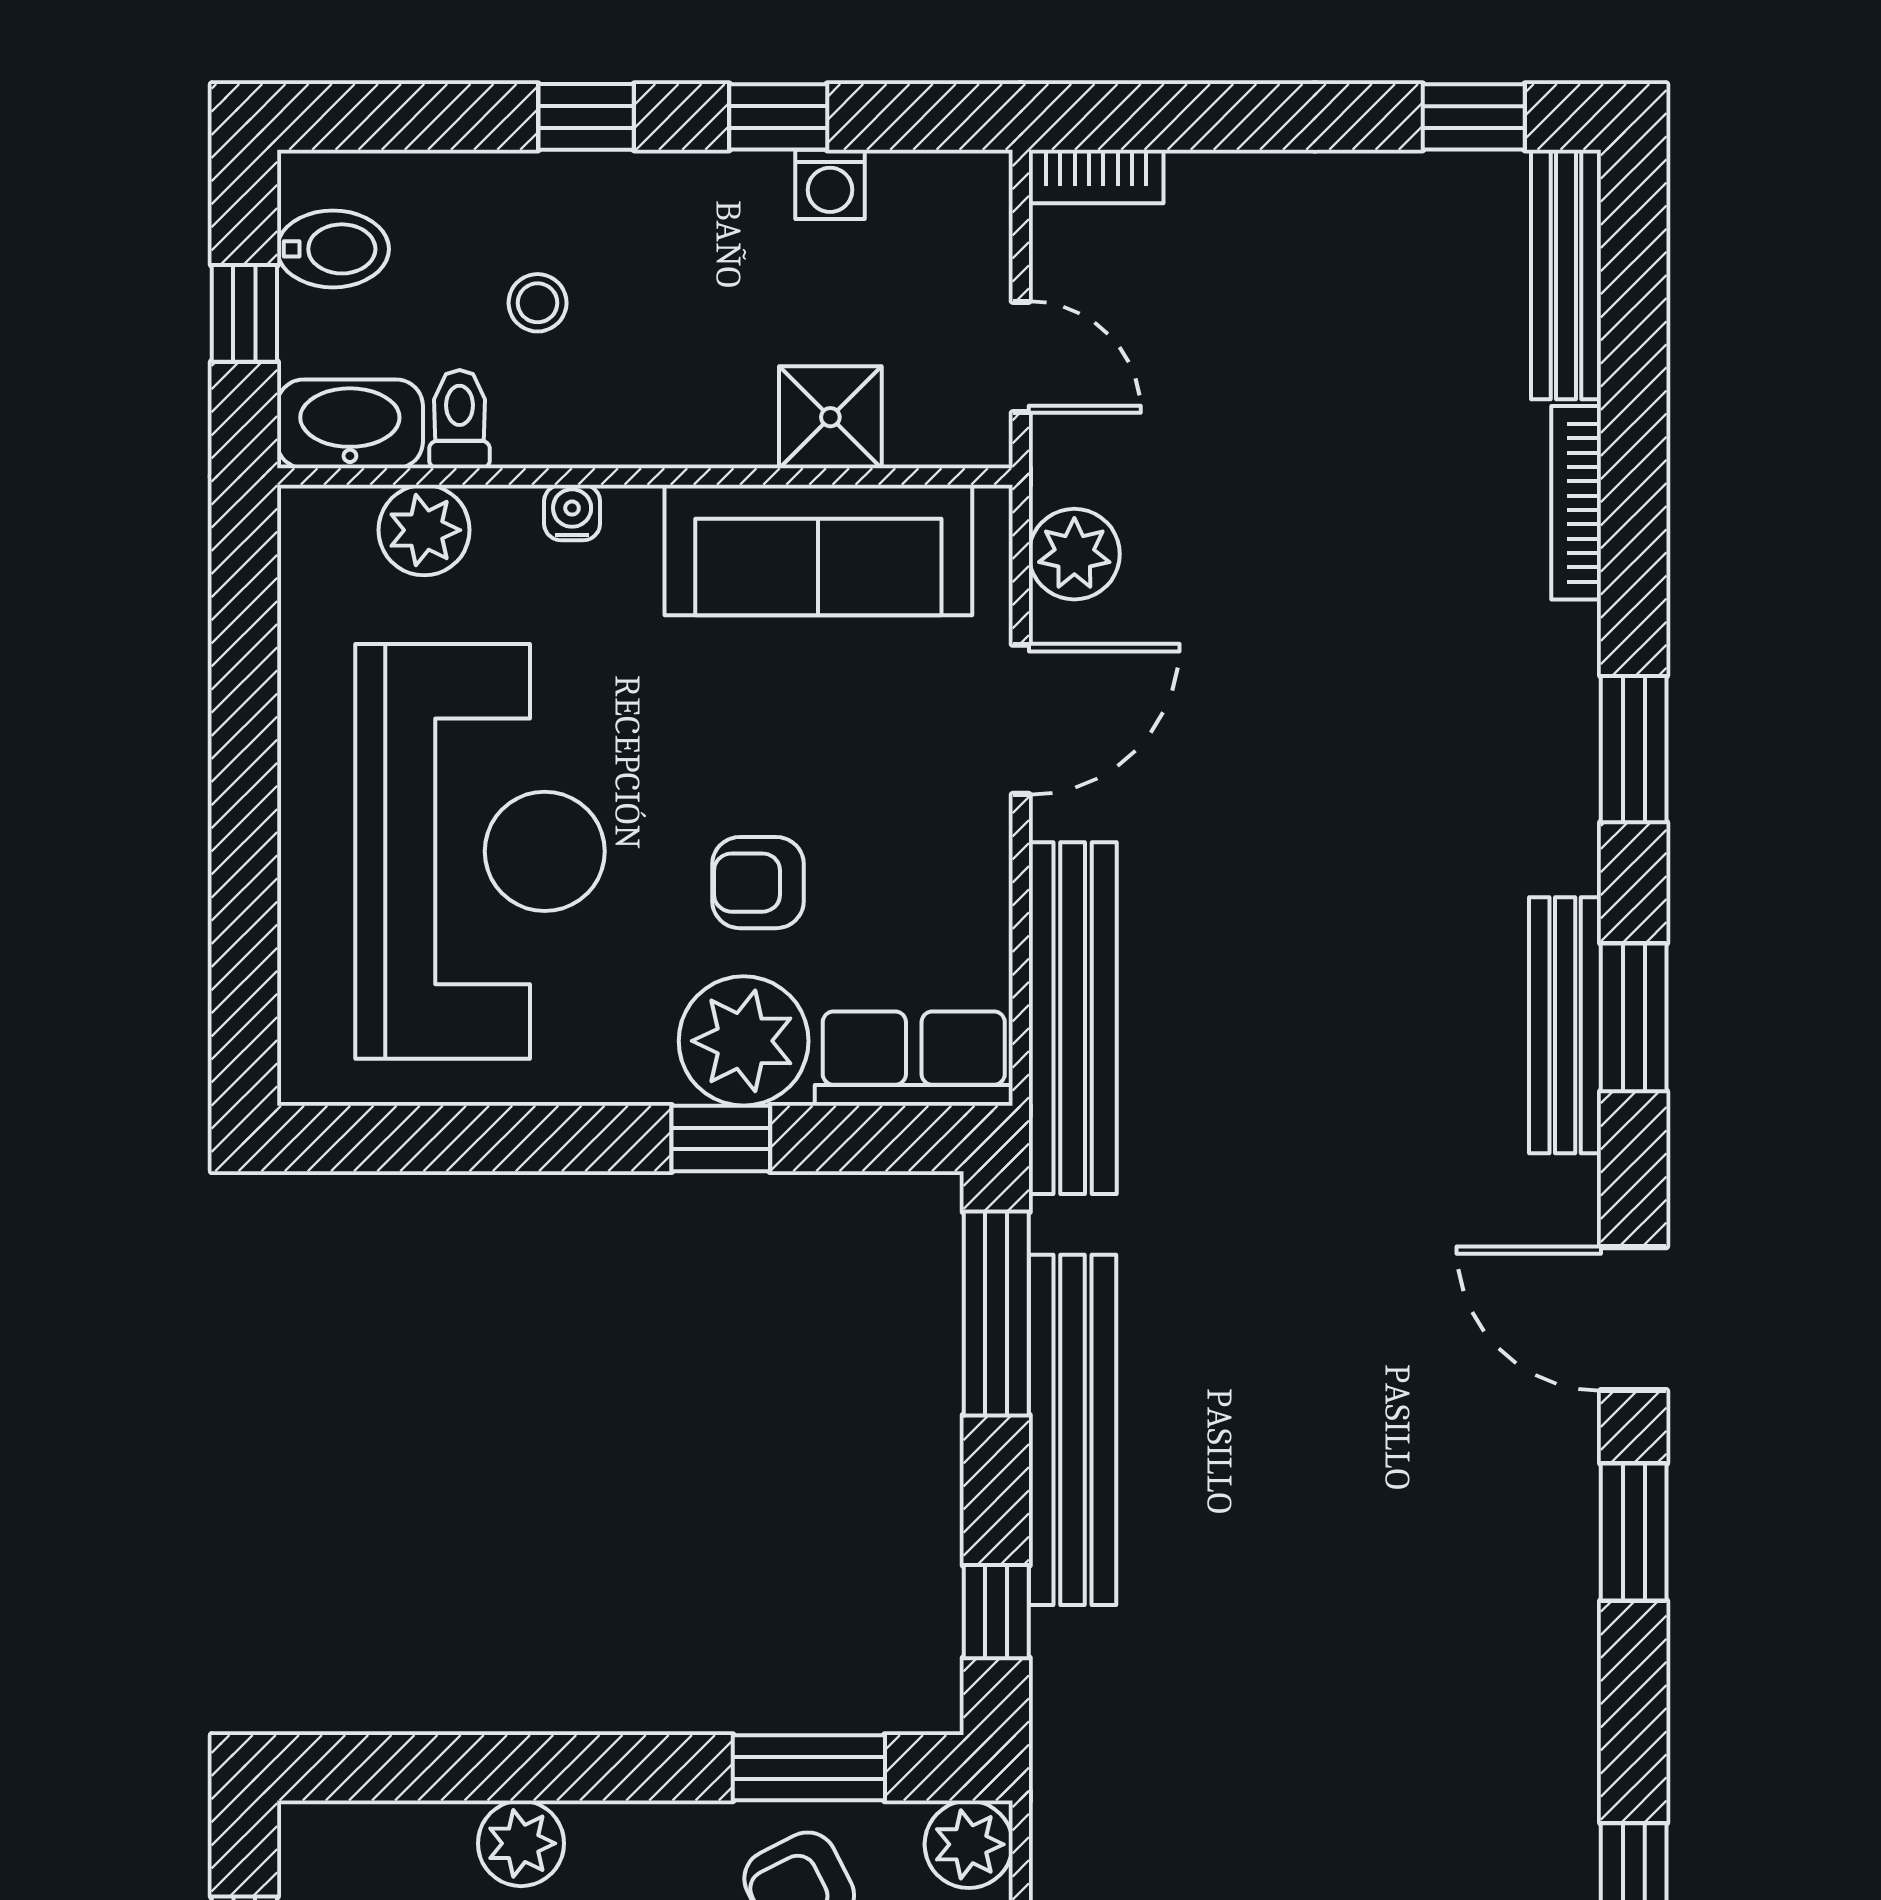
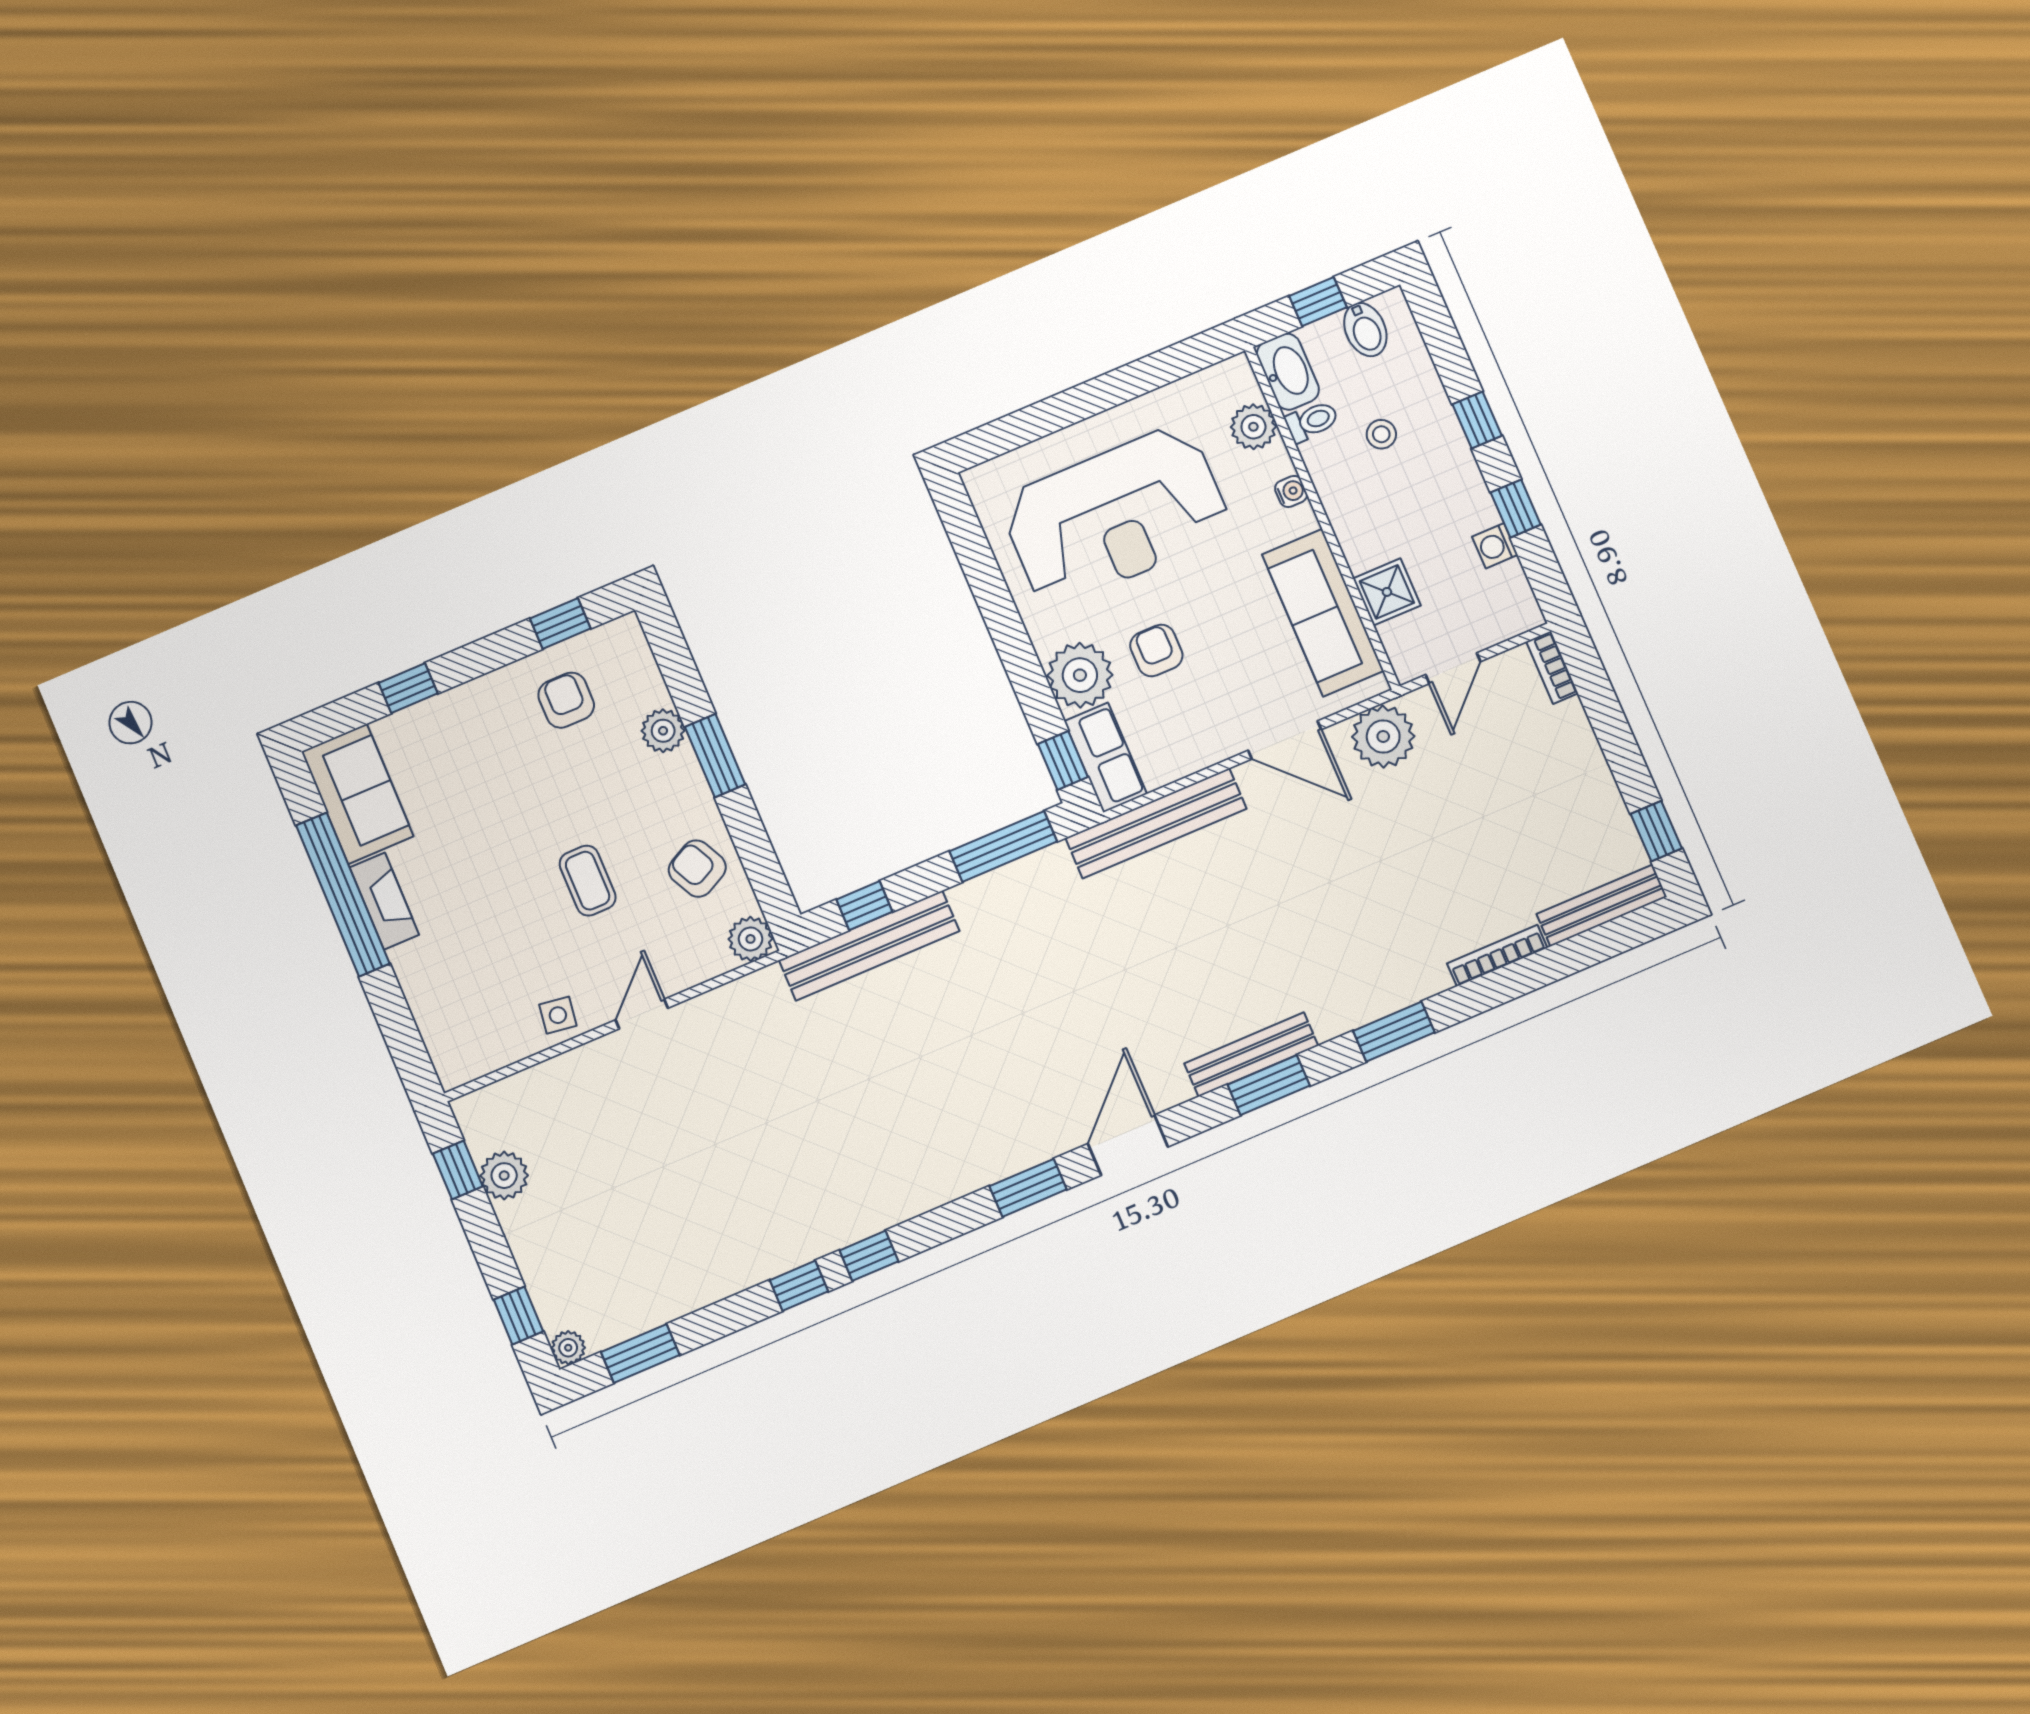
plant: (1074, 554) -> (1383, 736), width x1.36, depth x1.36
window: (721, 1138) -> (1063, 760), moved
bench: (1073, 1430) -> (869, 946), moved
window: (809, 1768) -> (715, 756), moved

